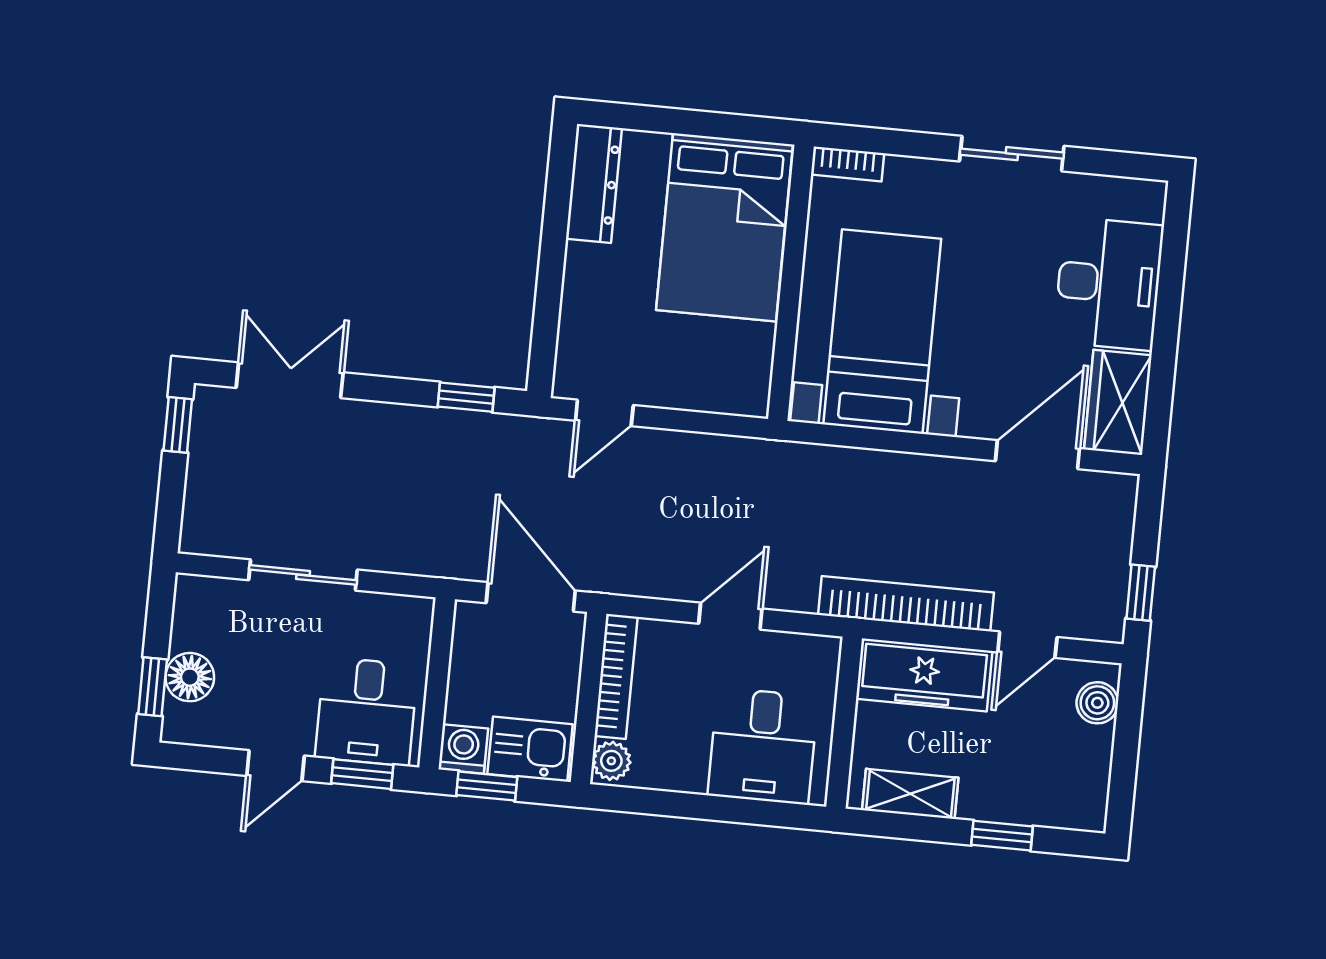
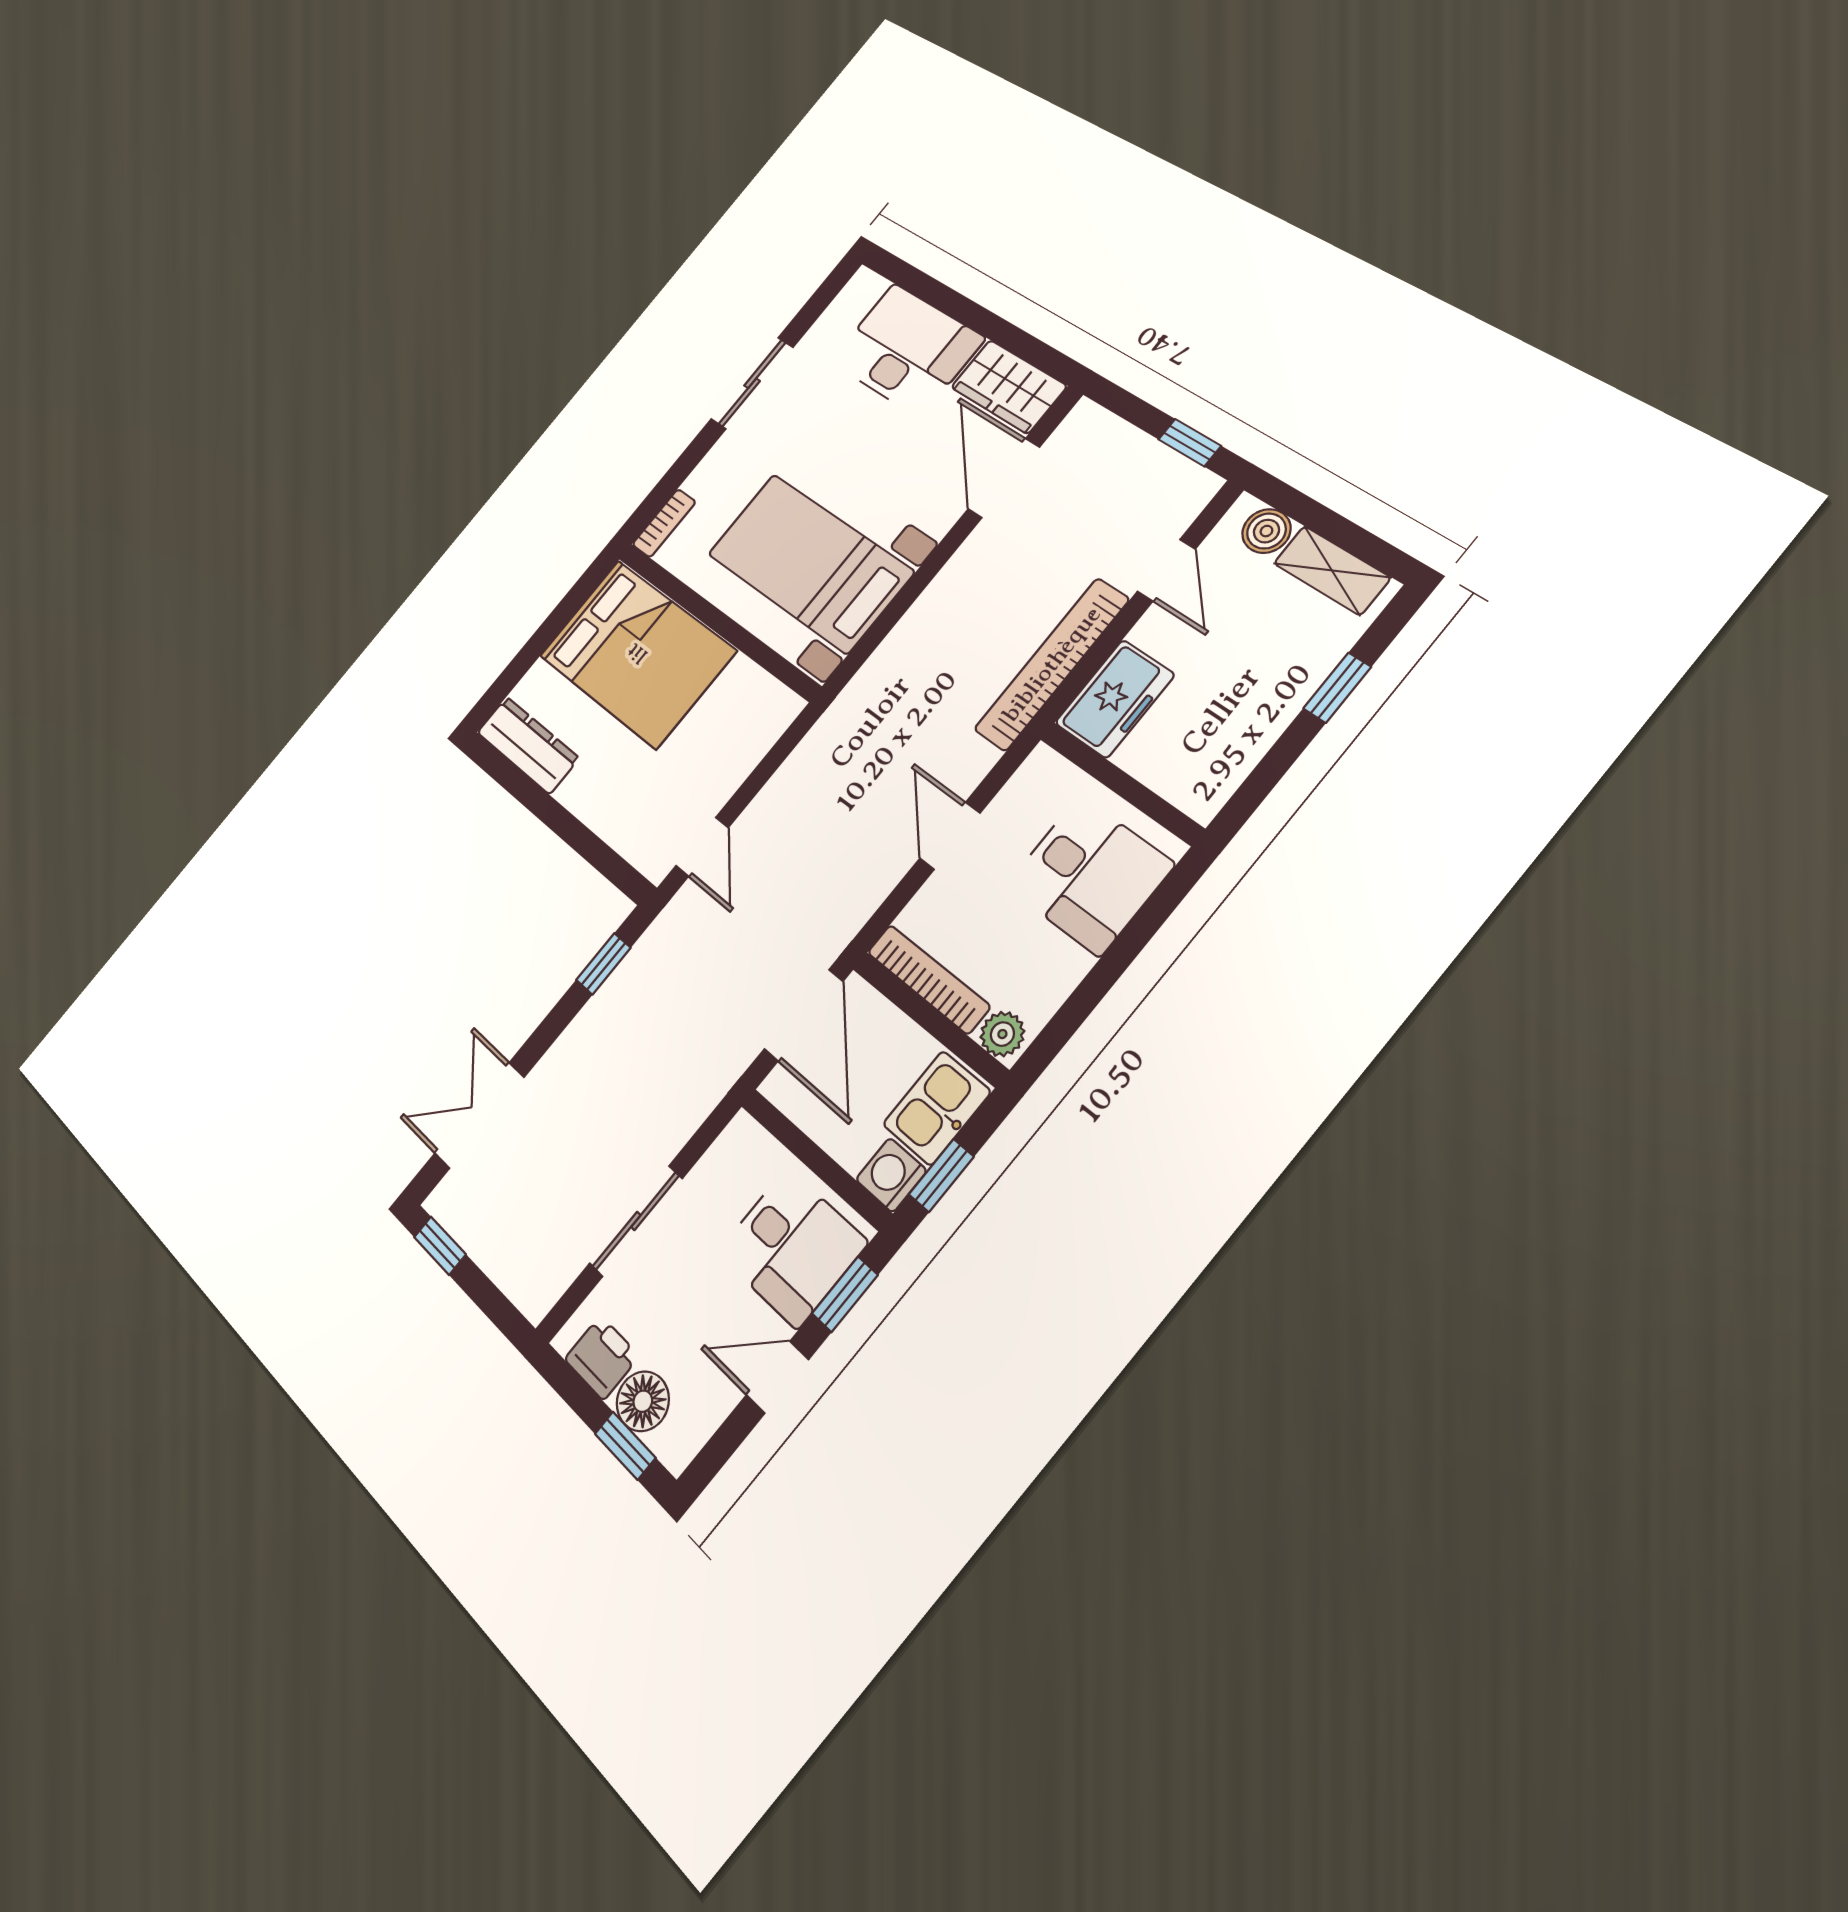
door: (531, 597) -> (804, 1015), swing flipped
printer: (195, 622) -> (602, 1358), added
freezer: (924, 675) -> (1115, 699), width x0.71
door: (276, 766) -> (777, 1377), swing flipped
shelving: (910, 794) -> (1332, 570), moved, turned 90

